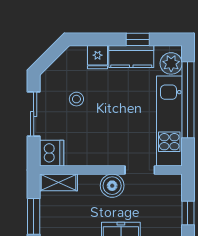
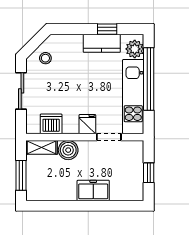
fridge: (98, 57) -> (87, 124), moved, turned 180
stool: (76, 99) -> (45, 58), moved
dishwasher: (52, 153) -> (51, 124), moved, turned -90
boiler: (112, 186) -> (68, 150), moved

